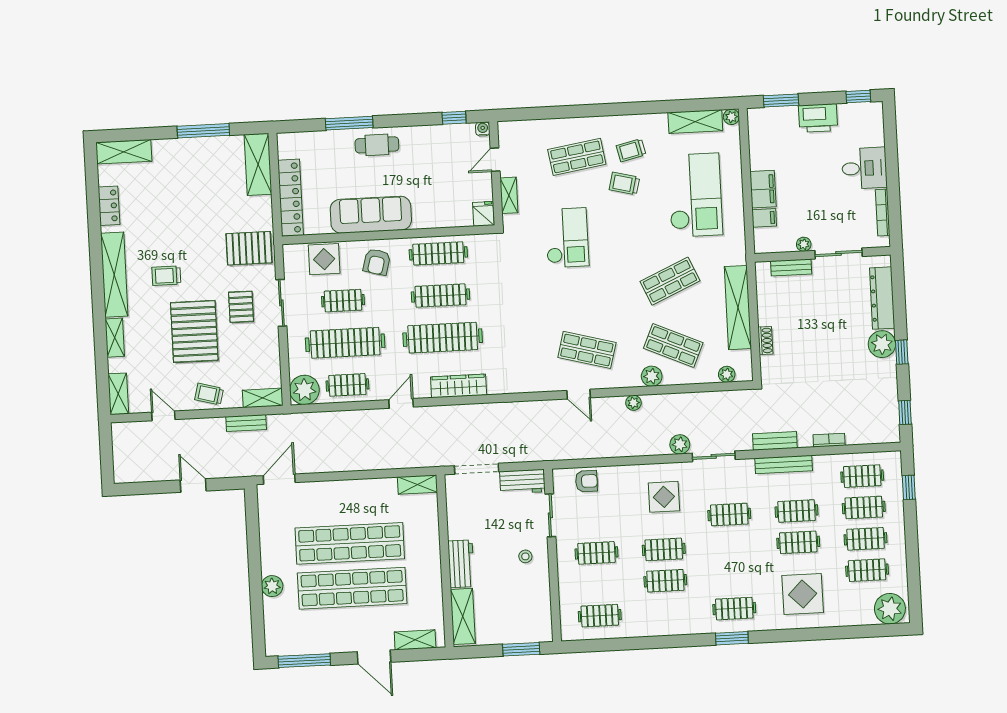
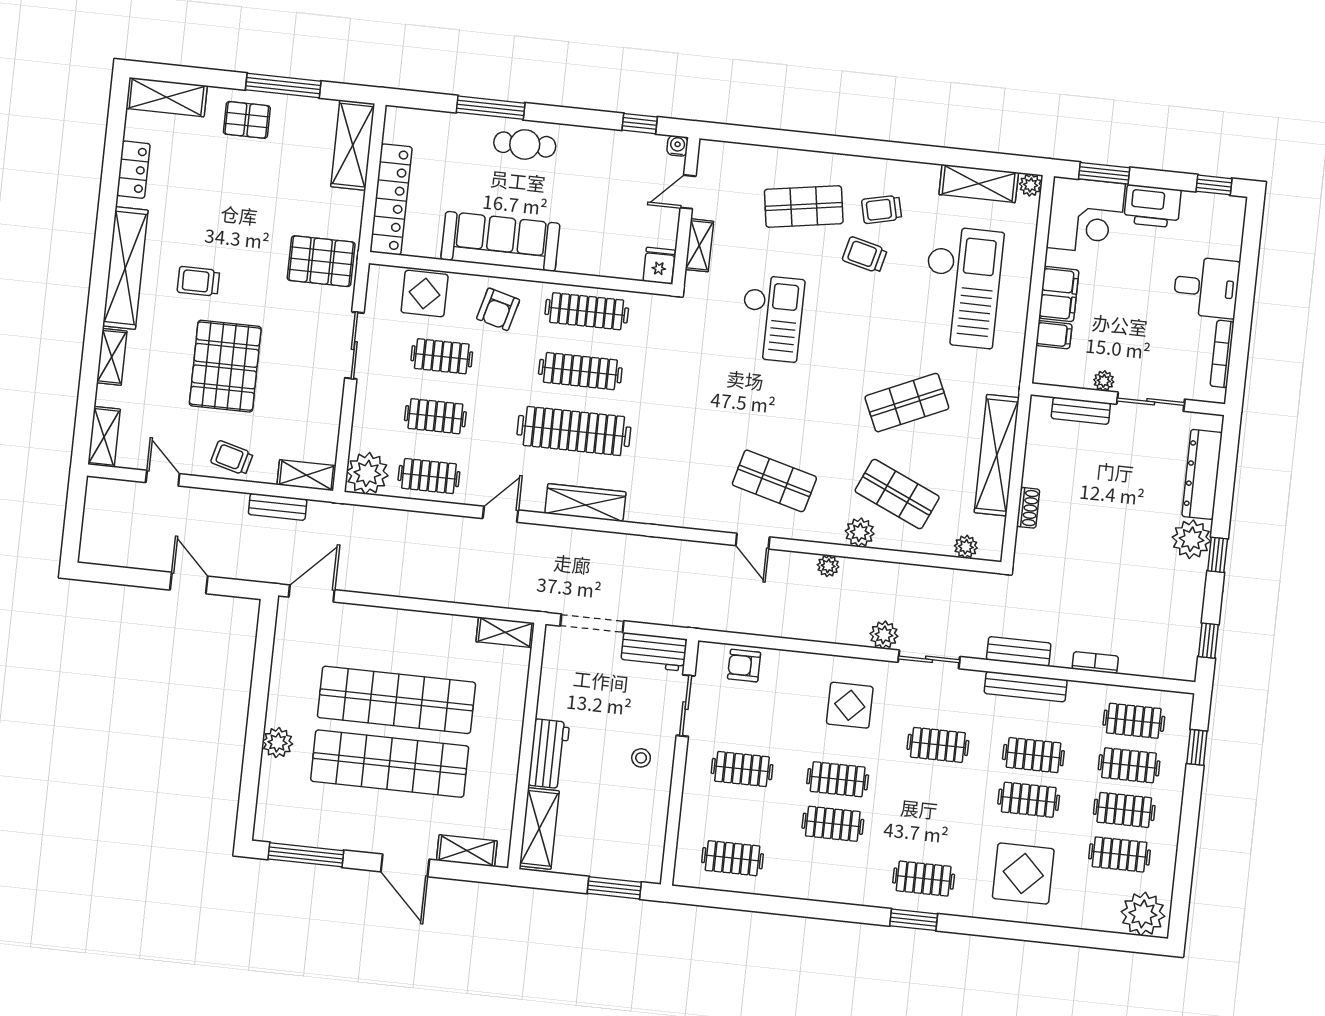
corner desk: (773, 132) -> (1086, 216), added
pallet: (241, 307) -> (247, 120), moved, turned 90
clothes rail: (345, 343) -> (435, 416), width x0.54, depth x0.76
armchair: (586, 481) -> (744, 666), turned 180

